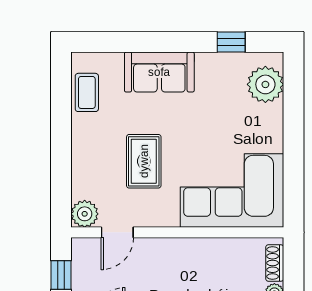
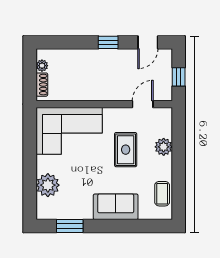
window: (231, 42) -> (70, 226), width x1.50
plant: (265, 84) -> (48, 185), moved
plant: (85, 214) -> (164, 147), moved

